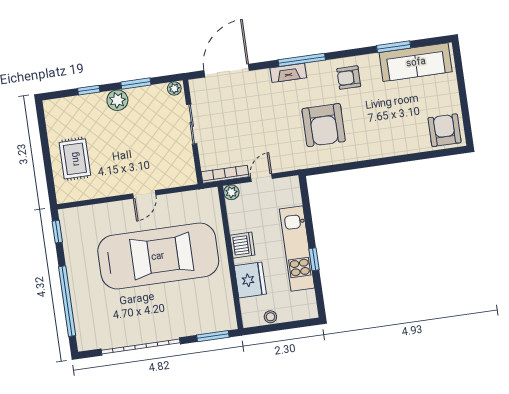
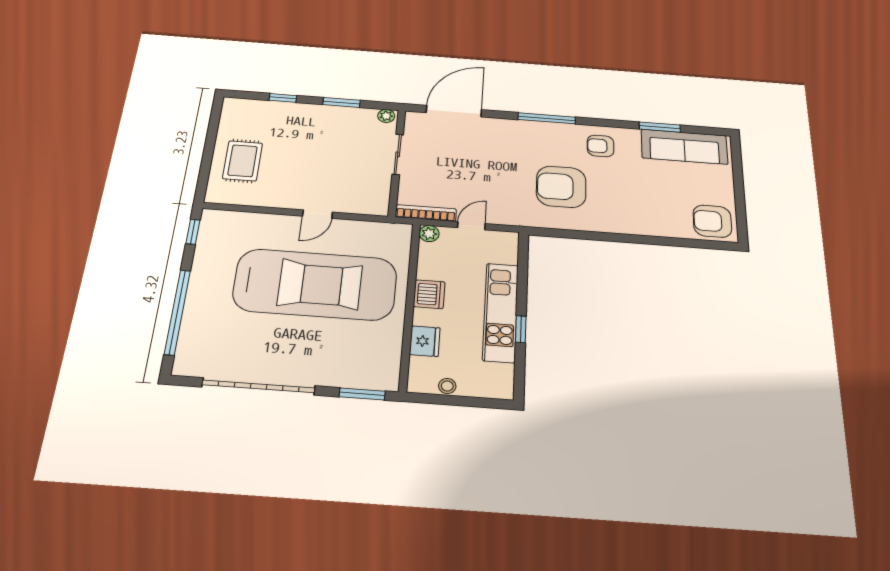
fireplace: (288, 73) -> (528, 127), removed
plant: (117, 100) -> (314, 114), removed
armchair: (324, 125) -> (561, 187), turned 90
armchair: (445, 130) -> (712, 221), turned -90
fridge: (250, 280) -> (425, 341), width x0.73, depth x0.75

